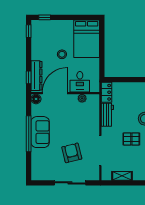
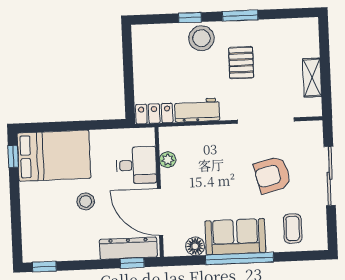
window: (45, 17) -> (13, 156), moved
floor lamp: (36, 99) -> (195, 246), moved
coffee table: (43, 162) -> (293, 228), added

